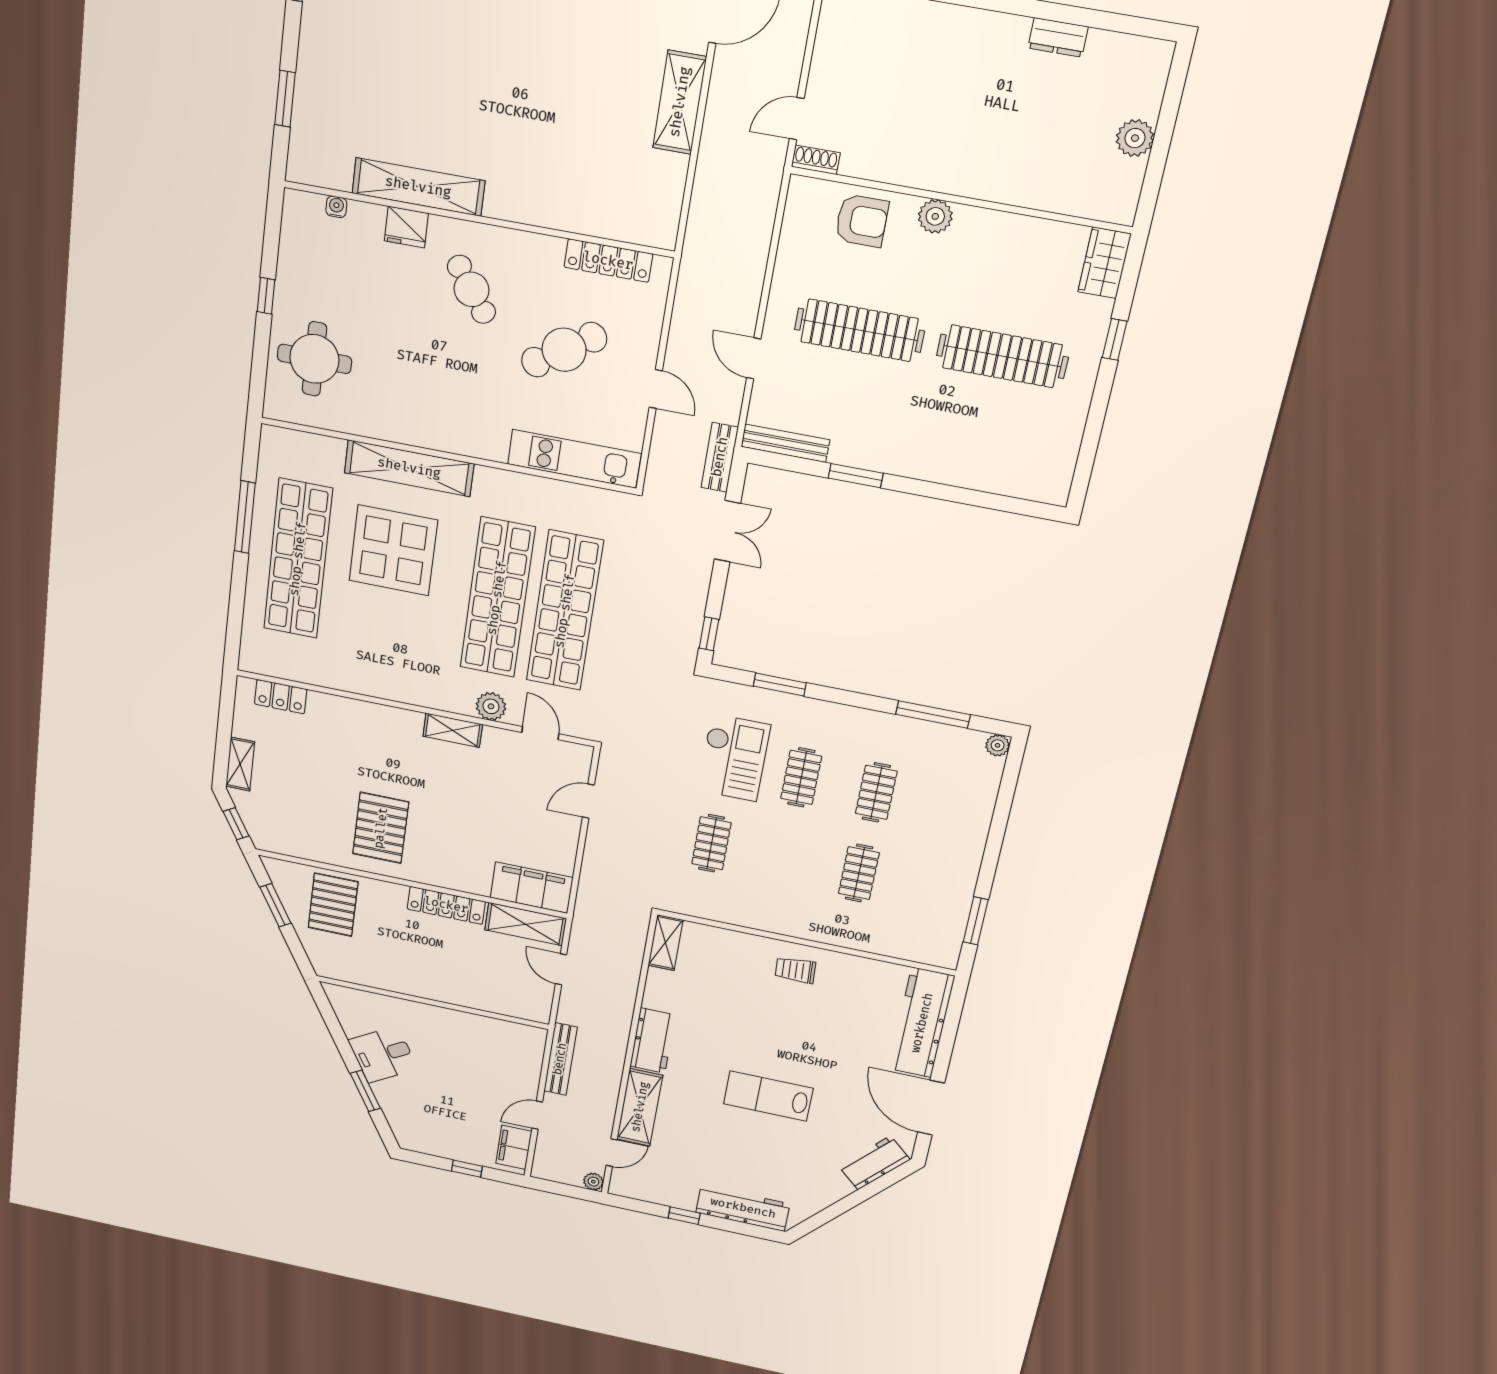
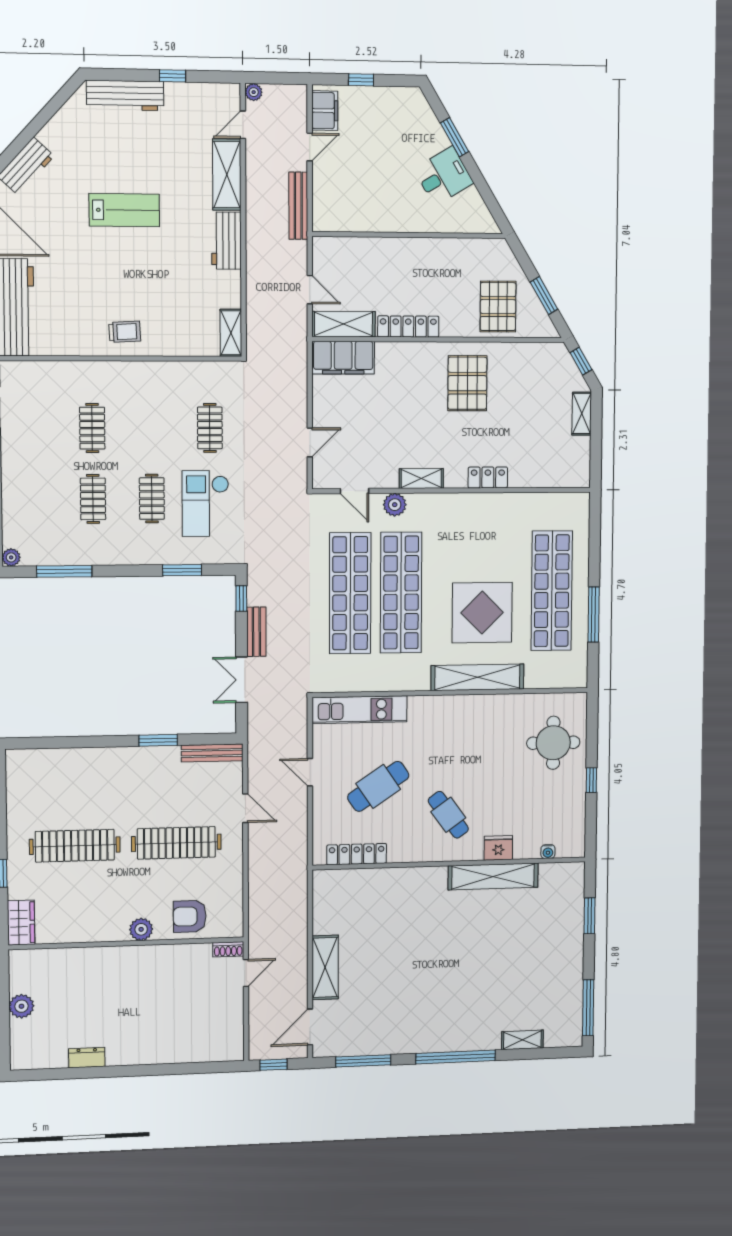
bench: (720, 457) -> (256, 632), moved
locker: (281, 697) -> (488, 477), moved

